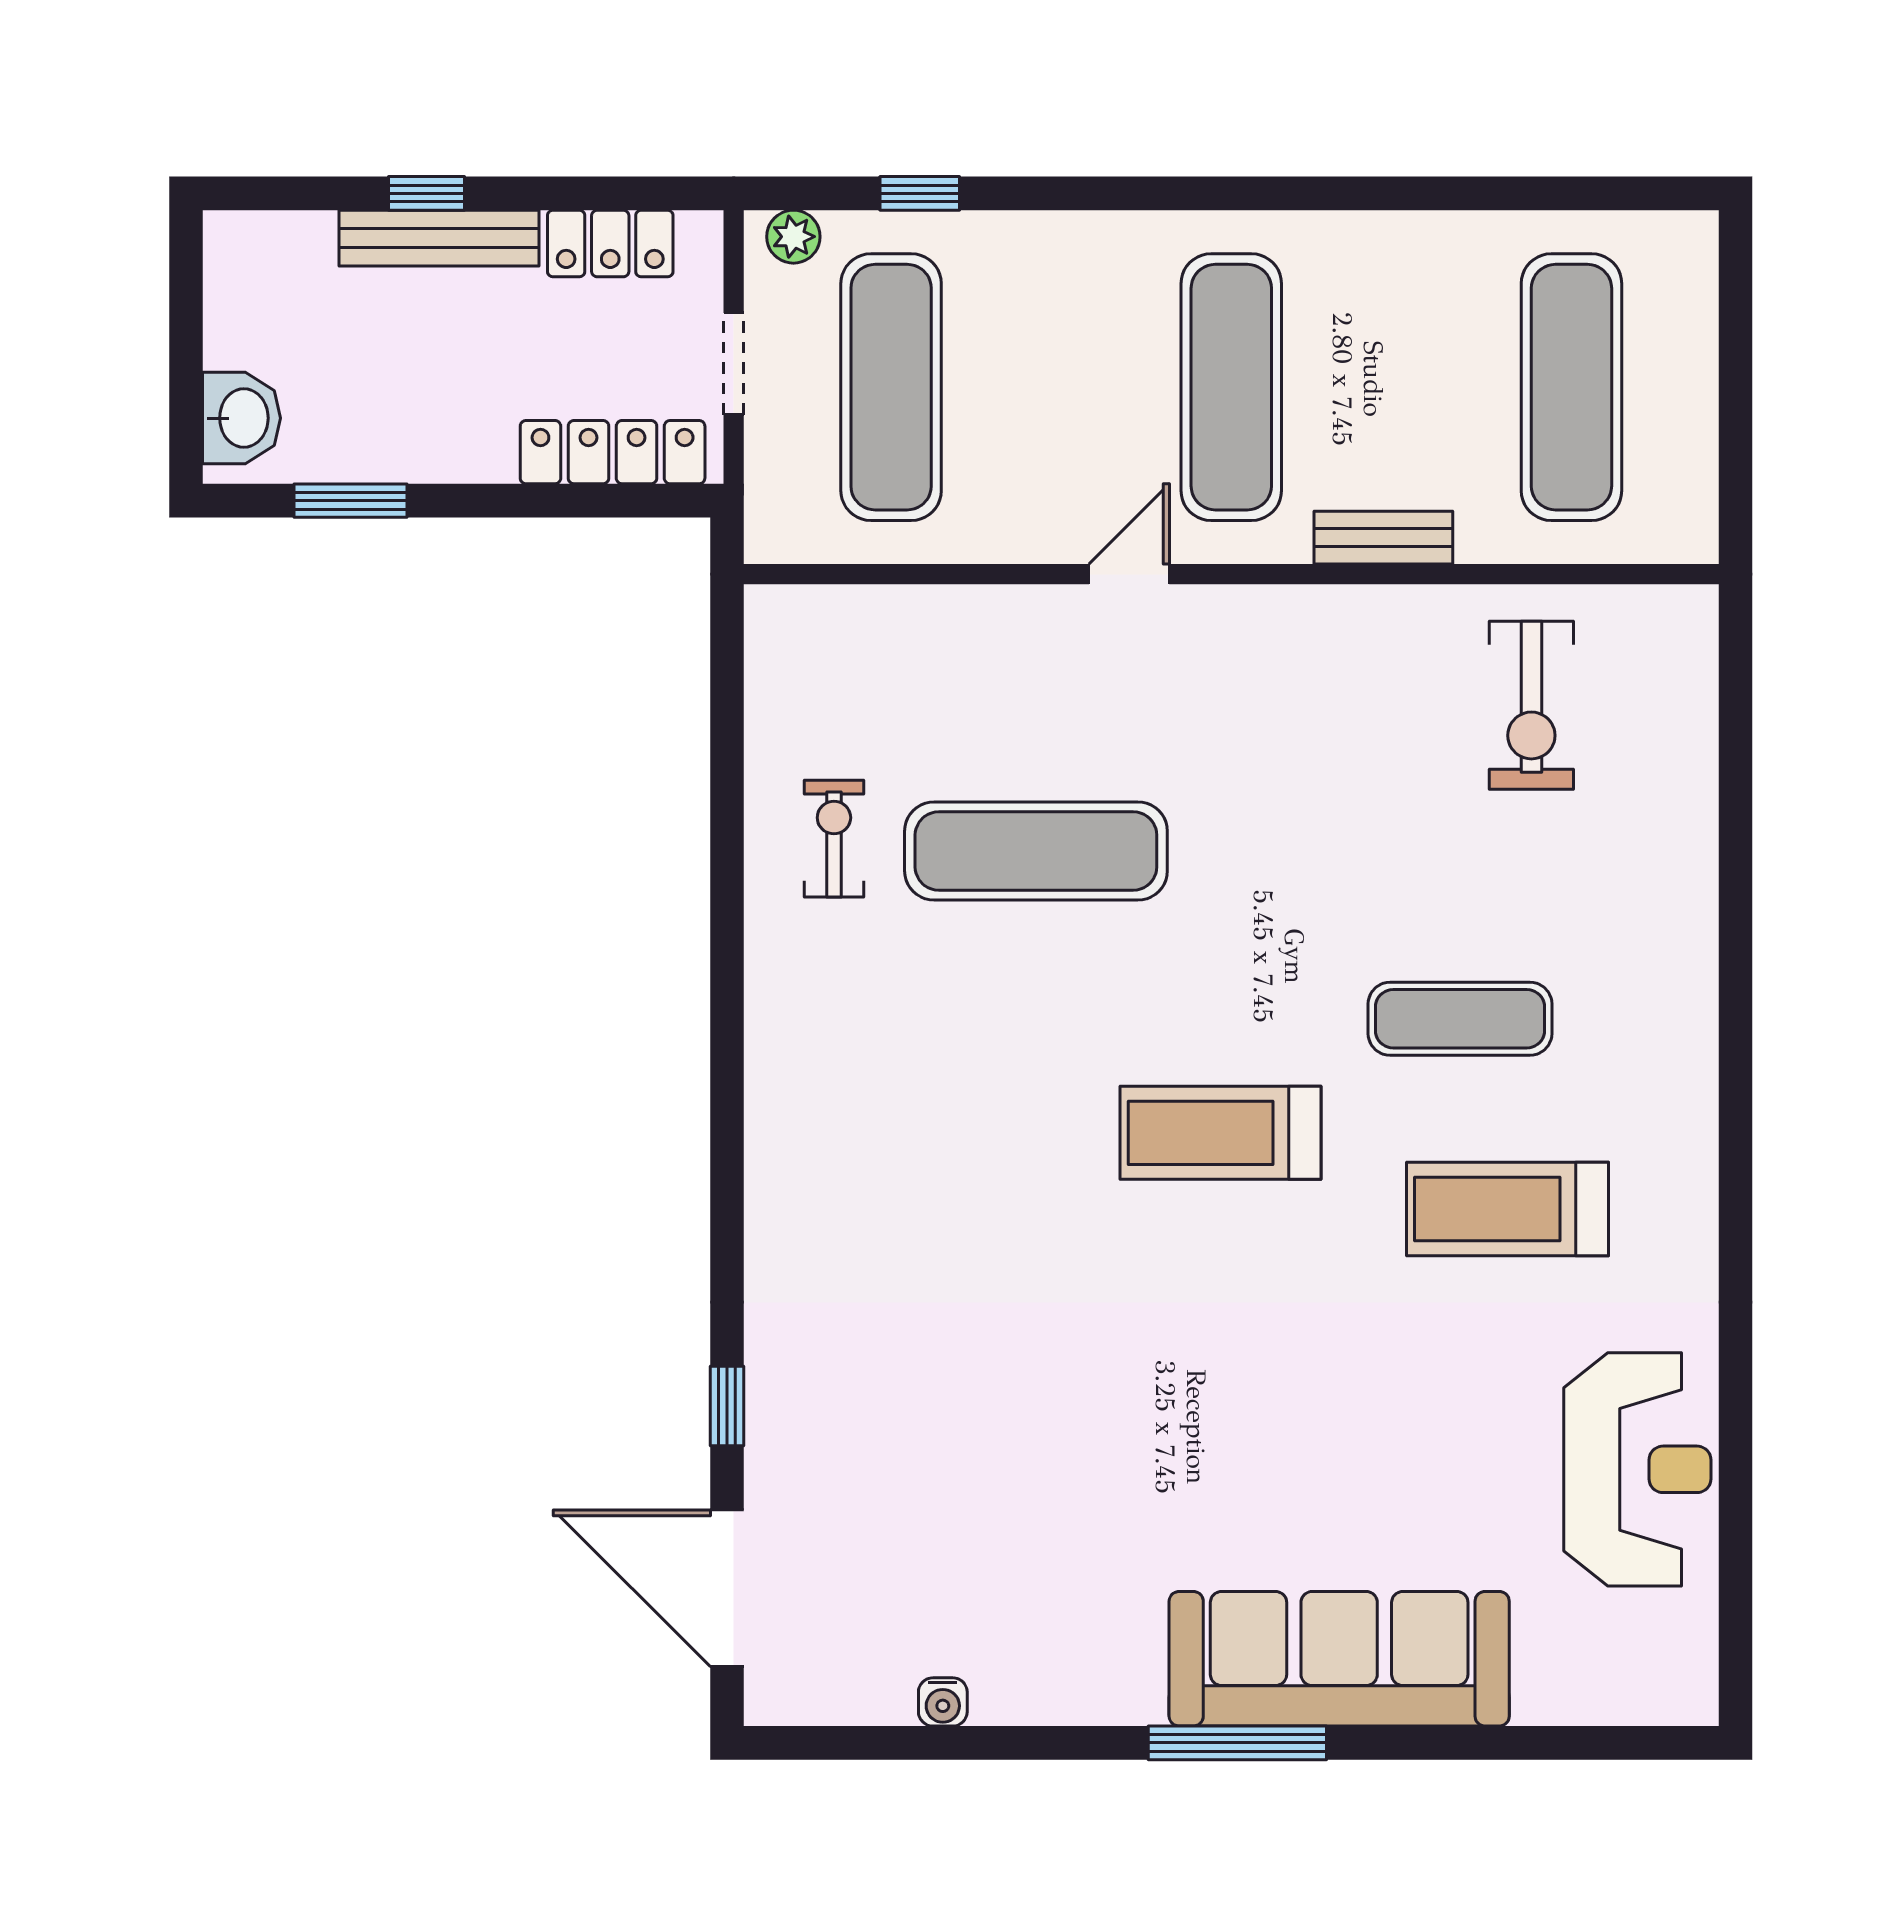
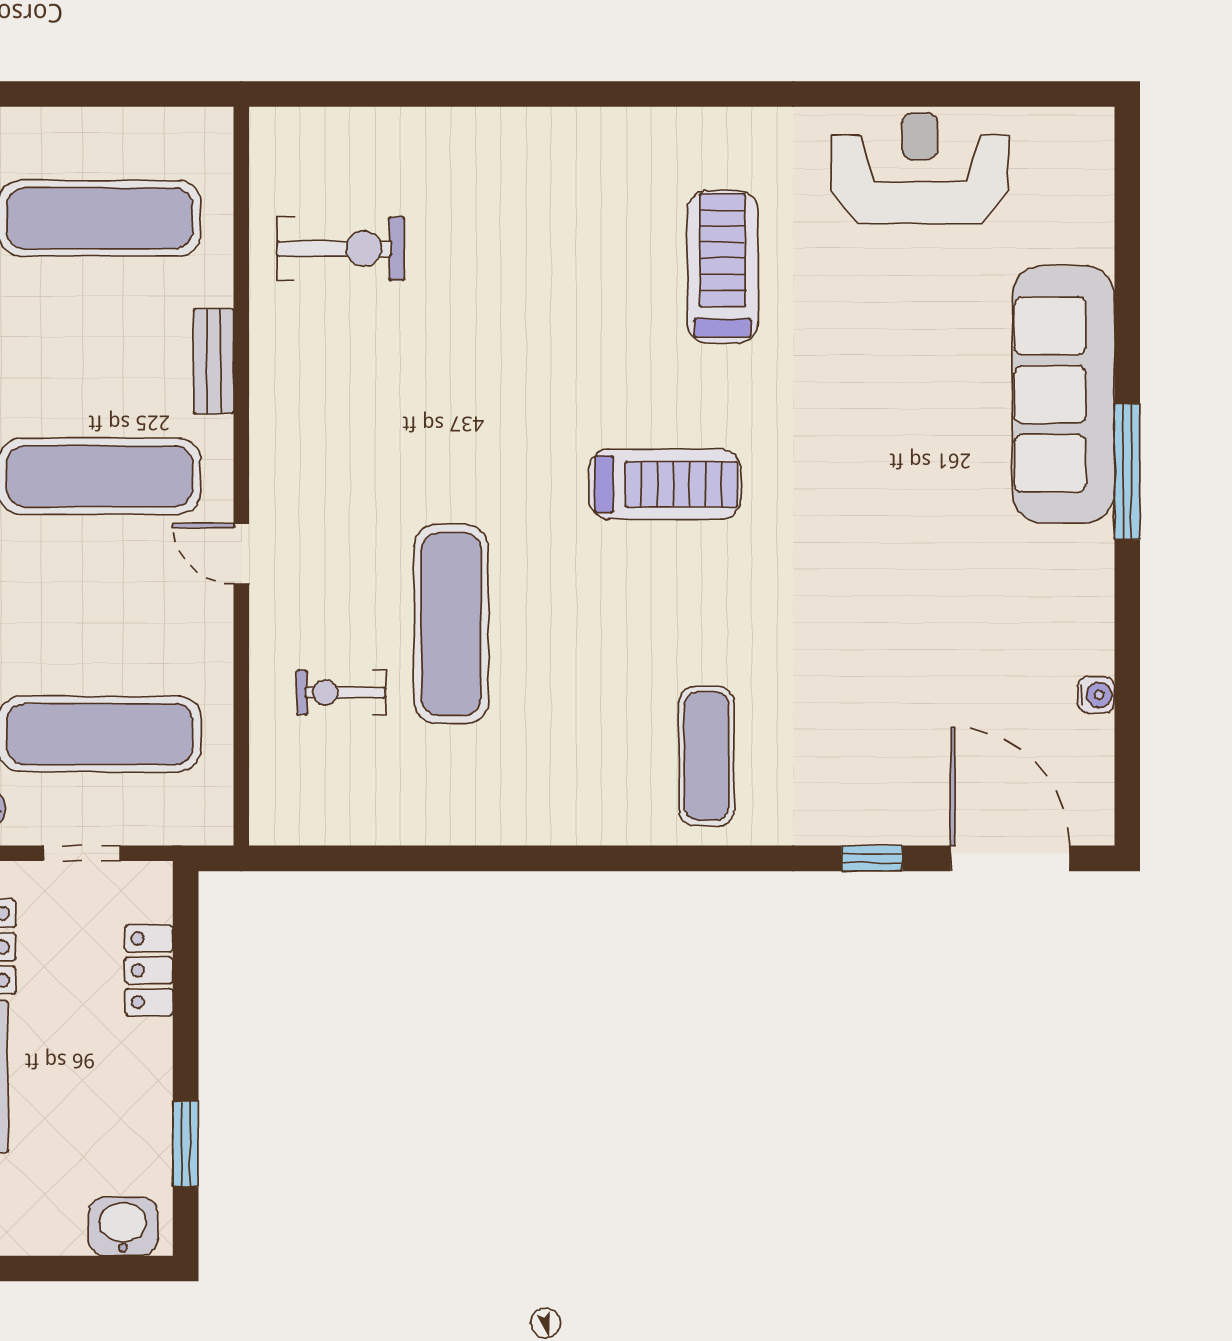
locker: (613, 452) -> (149, 970), width x0.66
exercise bike: (834, 839) -> (341, 692), moved
exercise mat: (1460, 1019) -> (707, 756), moved
treadmill: (1221, 1133) -> (665, 484), turned -90
treadmill: (1507, 1209) -> (723, 267), turned 180
door: (727, 1588) -> (1010, 858), swing flipped

